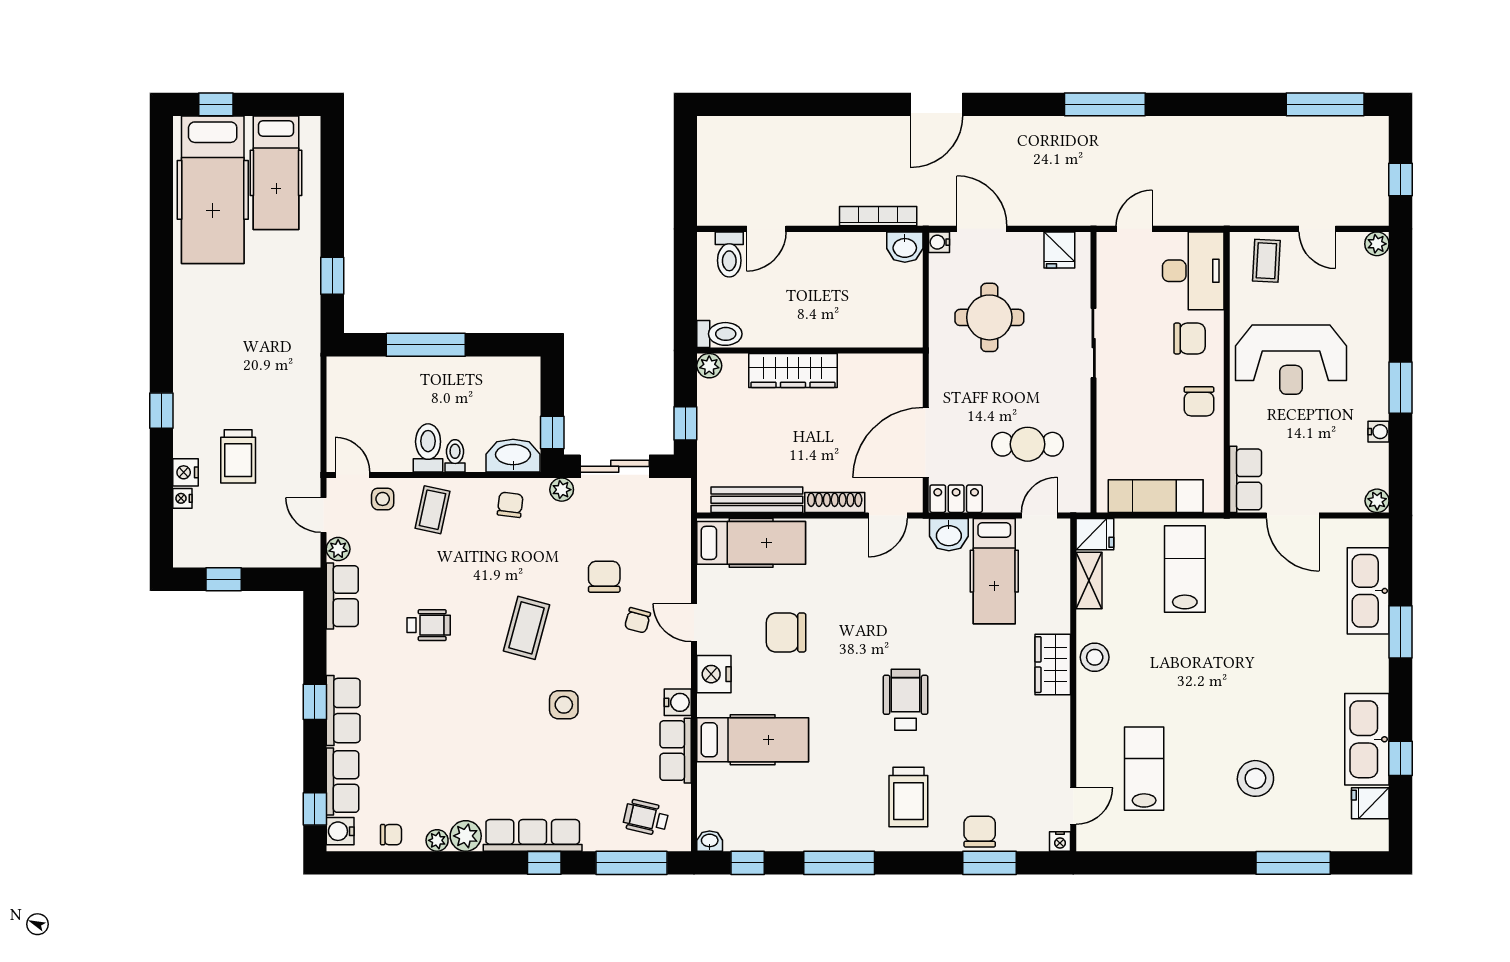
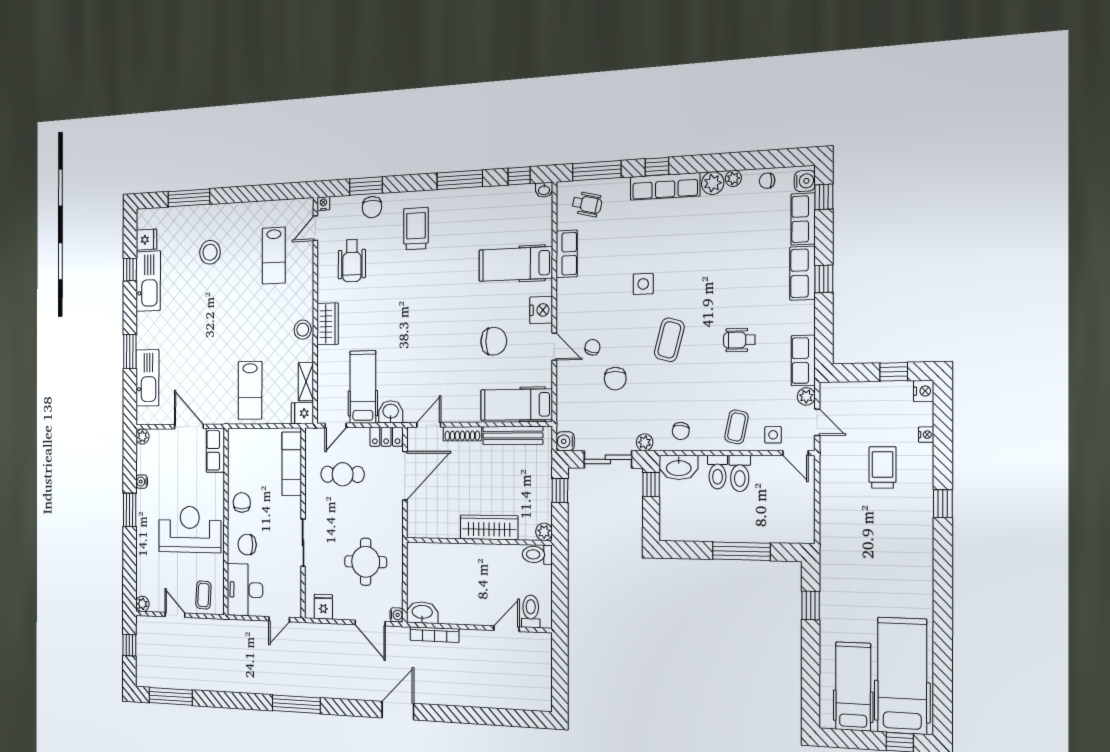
washbasin: (905, 247) -> (422, 612), width x1.38
toilet: (455, 456) -> (718, 472), width x1.37, depth x1.39
nightstand: (186, 472) -> (924, 391), moved
exam couch: (1156, 496) -> (292, 464), moved, turned 90
wheelchair: (906, 700) -> (352, 261), moved
water cooler: (678, 702) -> (565, 441), moved

